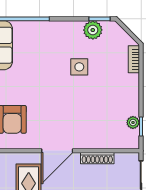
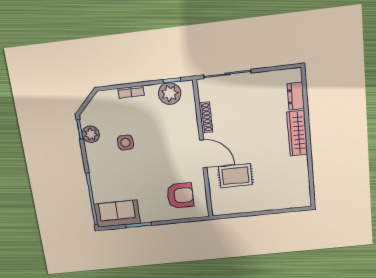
bookcase: (134, 59) -> (131, 92), moved
plant: (133, 123) -> (170, 93), width x1.87, depth x1.87

